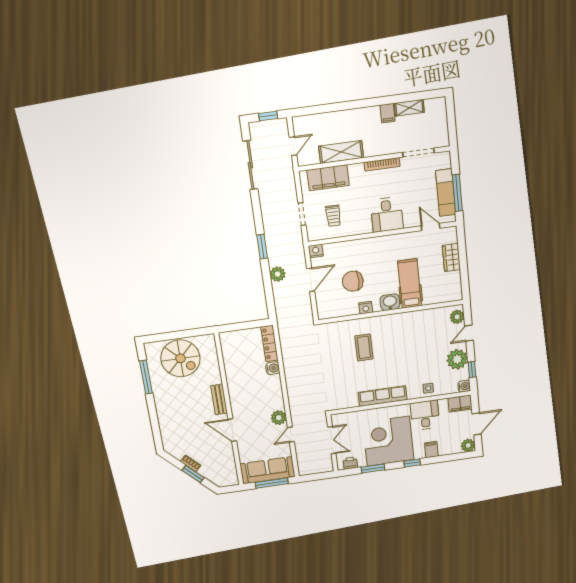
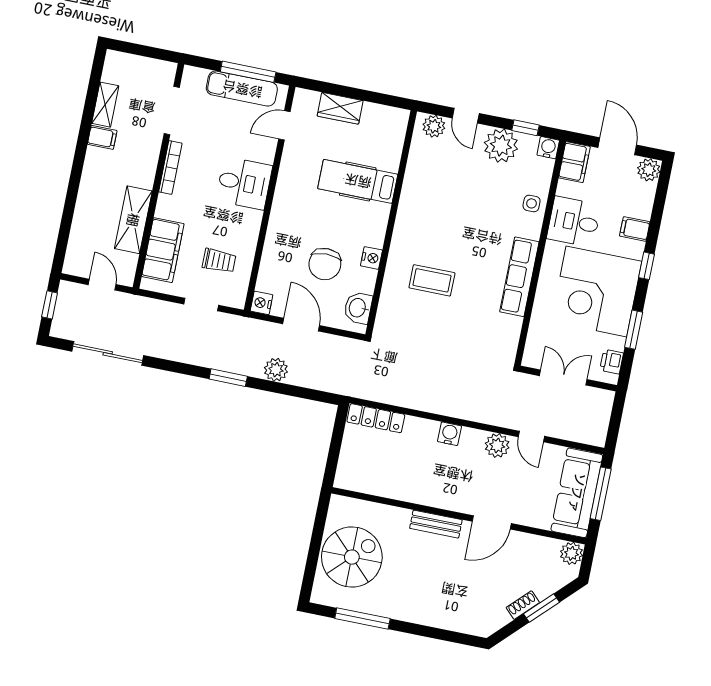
washbasin: (390, 302) -> (358, 308), moved
water cooler: (273, 368) -> (450, 434), moved
plant: (231, 479) -> (571, 553), added

